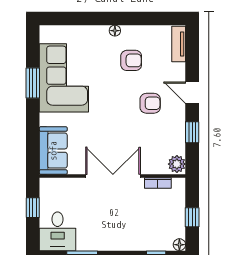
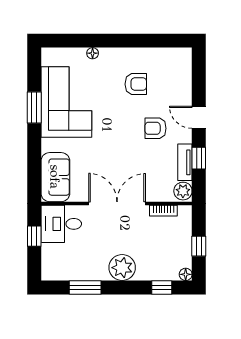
floor lamp: (115, 31) -> (93, 53), moved
tv unit: (179, 44) -> (185, 162), moved
armchair: (150, 103) -> (155, 128), turned 180
desk: (58, 231) -> (61, 224), moved, turned 90
plant: (118, 238) -> (122, 268), added

